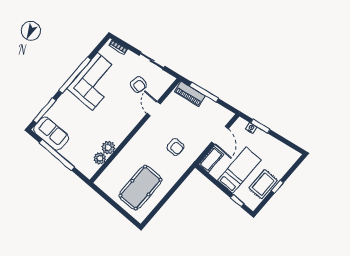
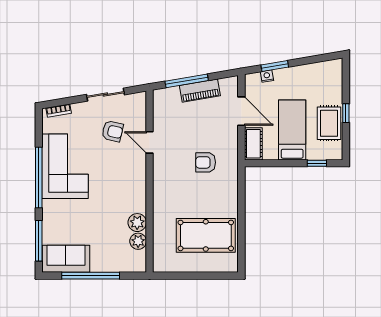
piano: (190, 94) -> (200, 91), moved
armchair: (175, 147) -> (206, 162), turned 180
pool table: (140, 188) -> (206, 235), turned 90

